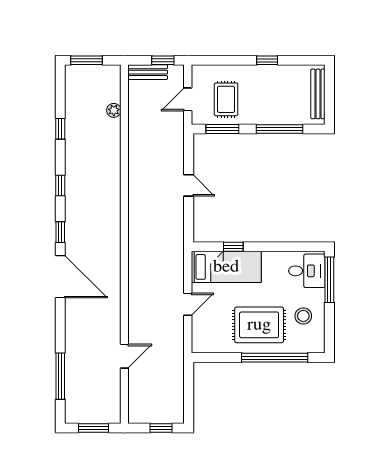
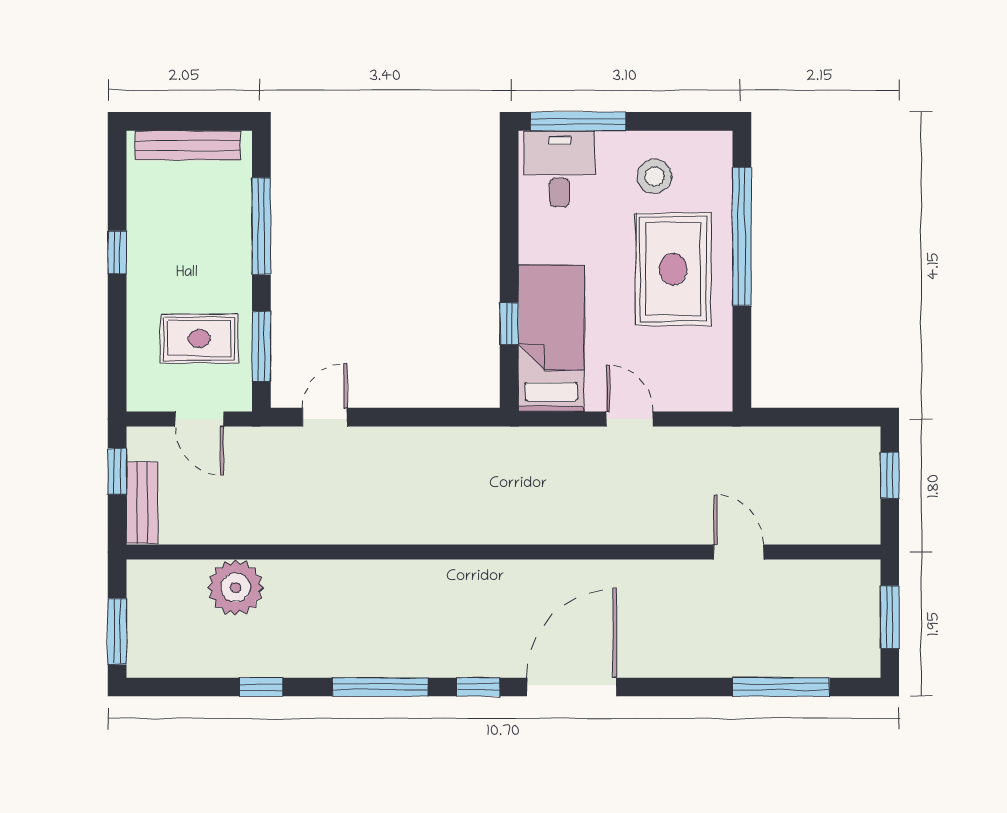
plant: (114, 110) -> (235, 587), width x1.88, depth x1.88
window: (60, 185) -> (380, 687), width x2.17
door: (189, 185) -> (325, 417), moved

